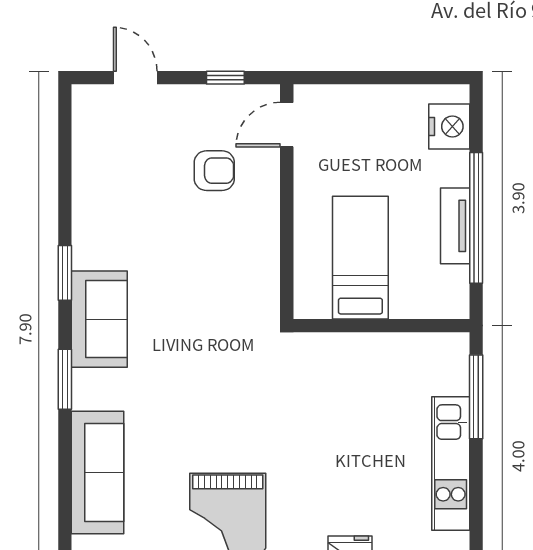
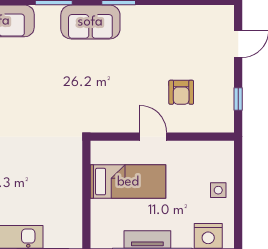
side table: (374, 110) -> (218, 190), added
door: (287, 125) -> (153, 137), moved

